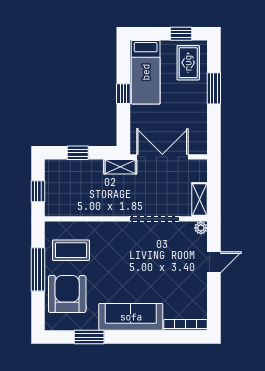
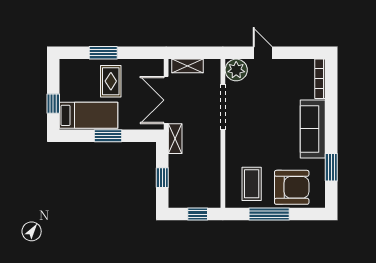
window: (181, 34) -> (53, 104), moved
rug: (188, 63) -> (111, 81), moved, turned 90
window: (123, 94) -> (108, 136), width x1.50
shelving: (200, 199) -> (188, 66), moved
plant: (201, 228) -> (236, 70), width x1.87, depth x1.87
armchair: (67, 294) -> (292, 187), turned 180

